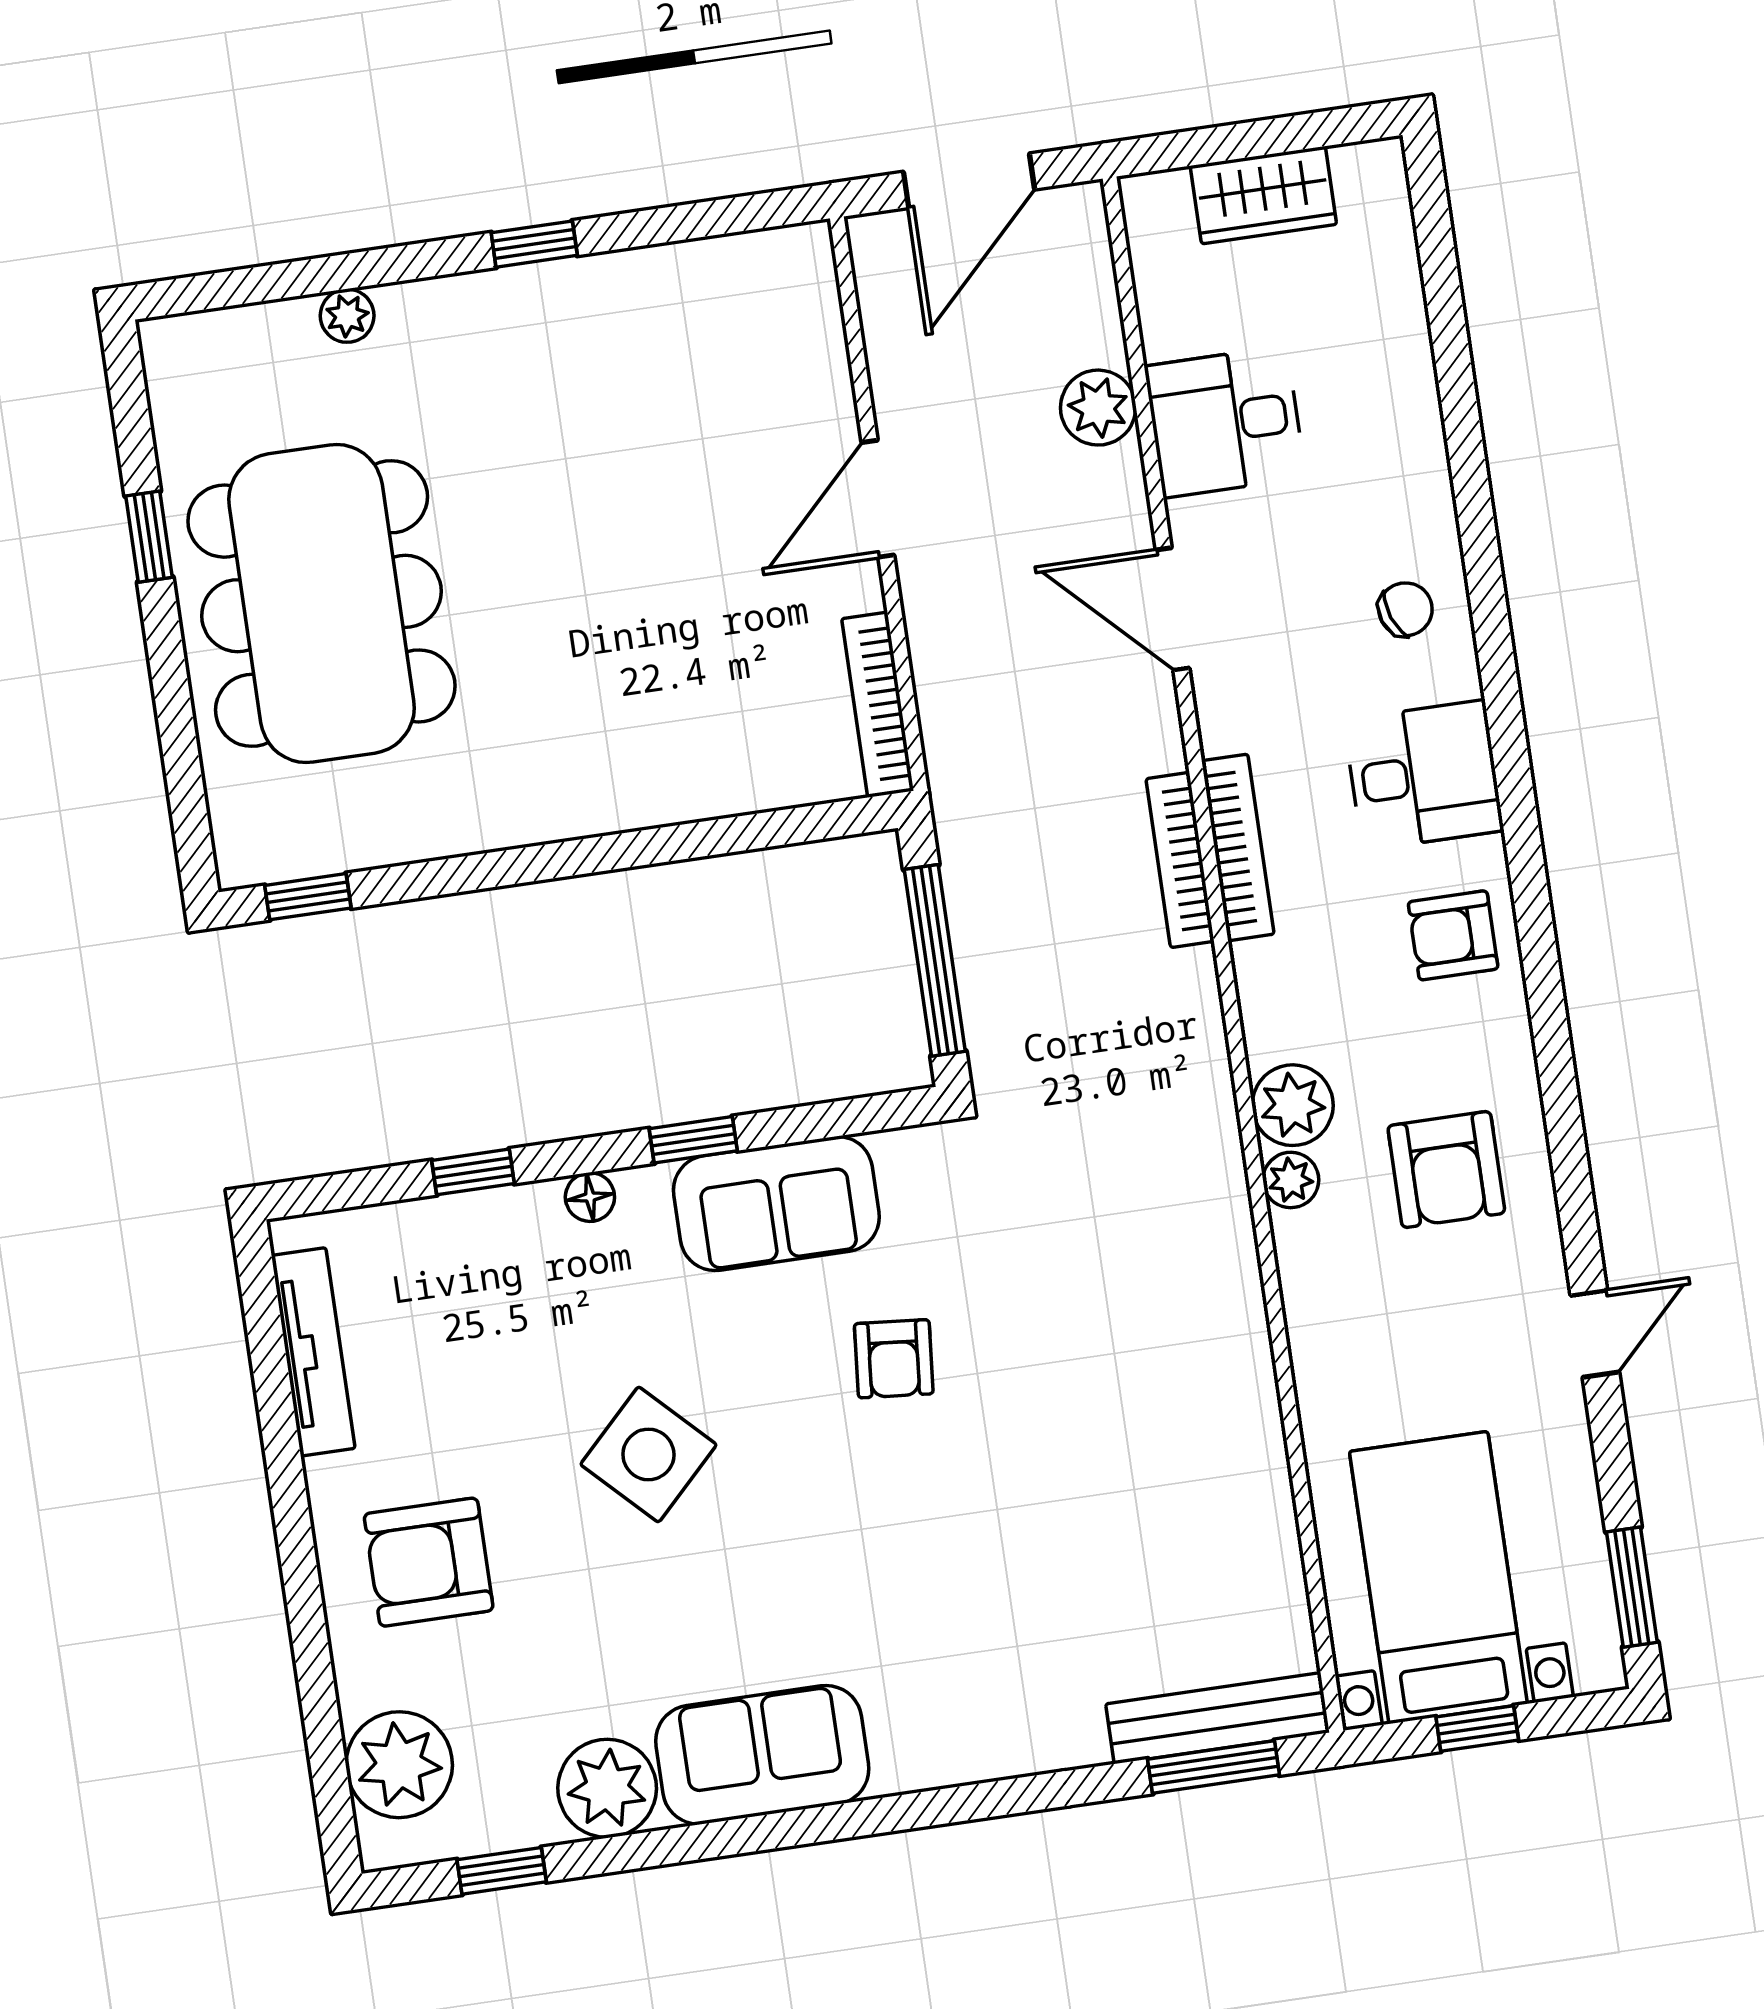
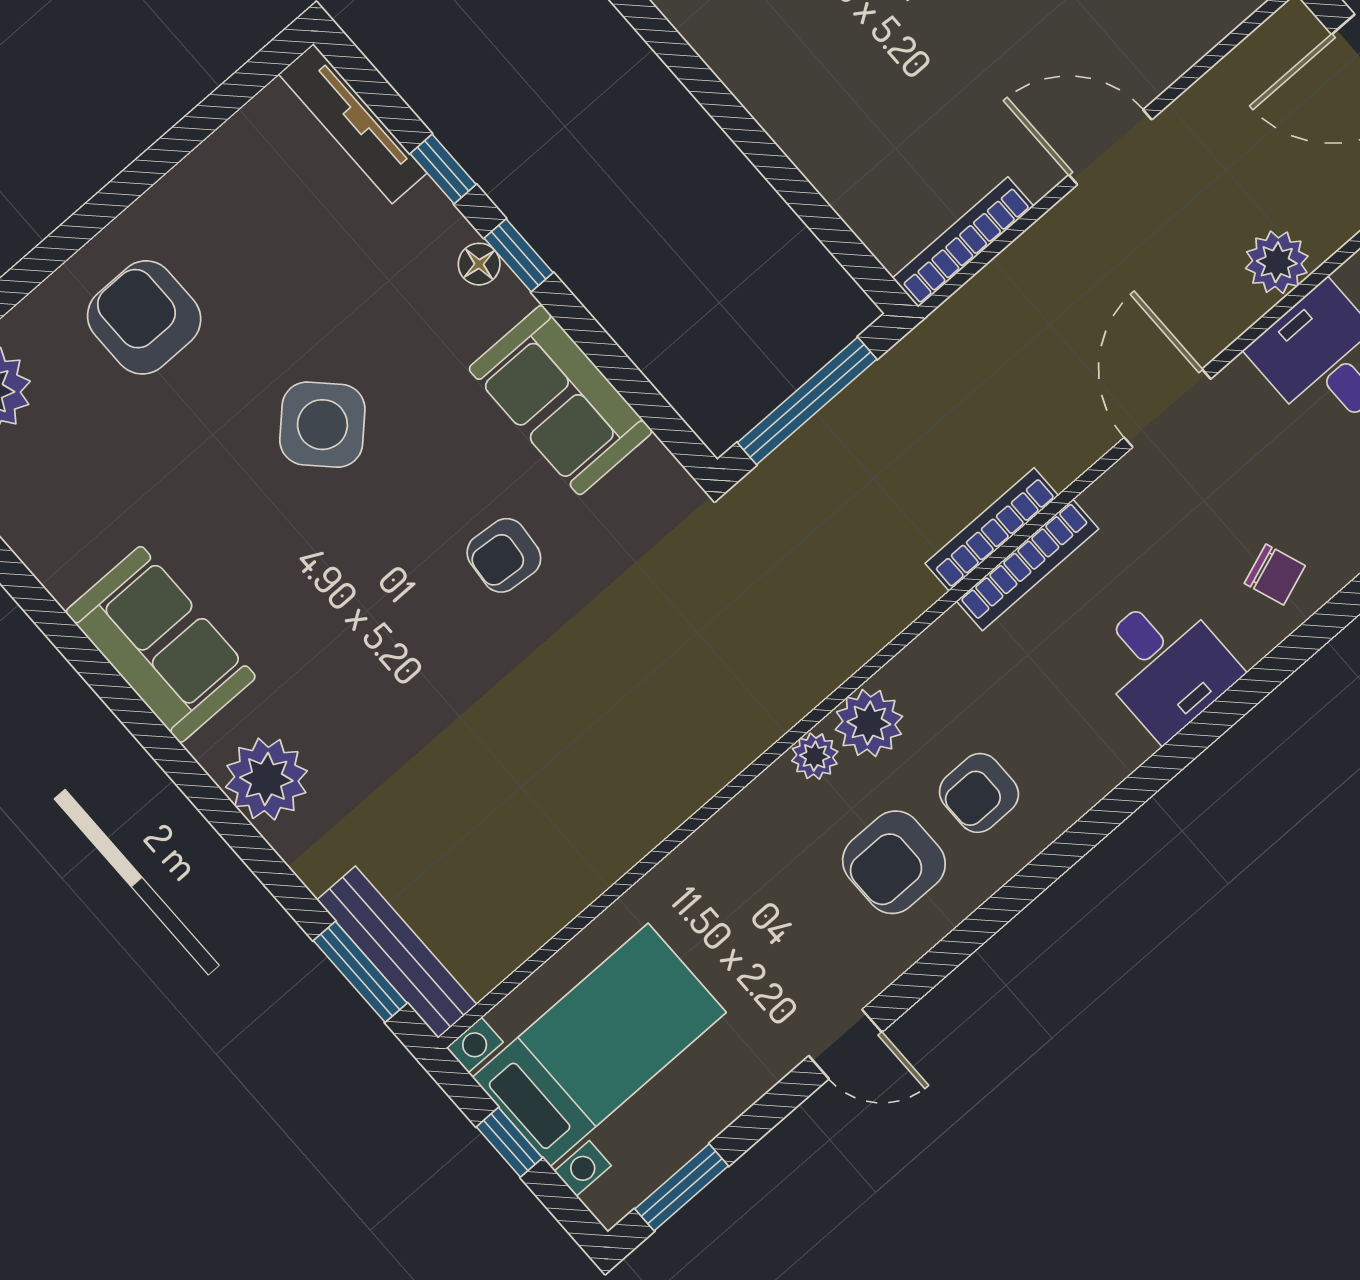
armchair: (1453, 935) -> (979, 793), moved, turned -90
window: (693, 1140) -> (519, 255), moved
tv unit: (313, 1352) -> (353, 124), moved, turned 90
plant: (607, 1788) -> (266, 779), moved

